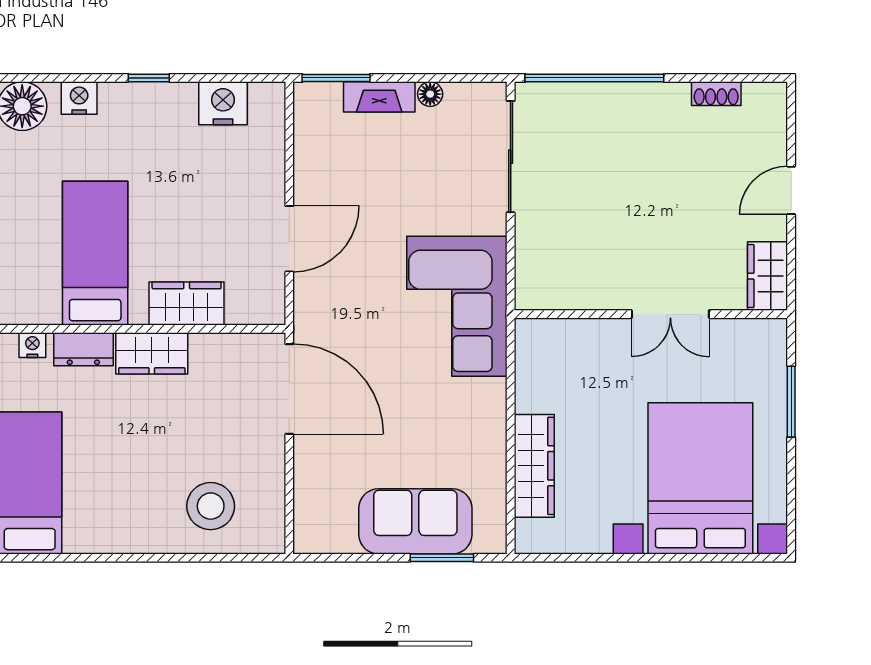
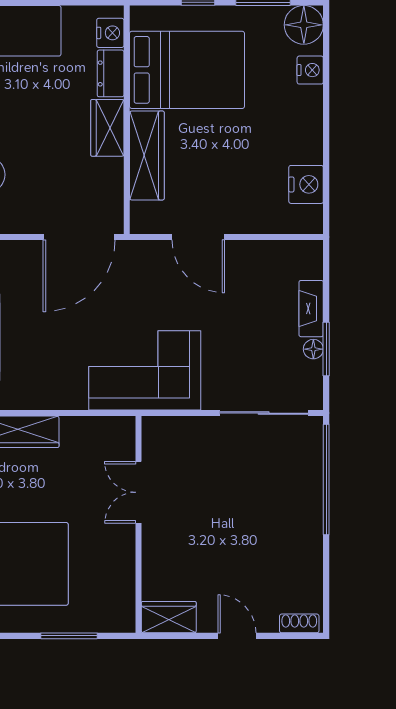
window: (149, 78) -> (326, 125), removed
window: (336, 78) -> (326, 349), moved
shoe rack: (716, 94) -> (299, 623), moved, turned 90
bed: (95, 253) -> (187, 70), width x1.50
wardrobe: (187, 304) -> (147, 155), width x1.50
double door: (670, 314) -> (138, 492), moved
nightstand: (32, 345) -> (110, 33), width x1.39, depth x1.35

